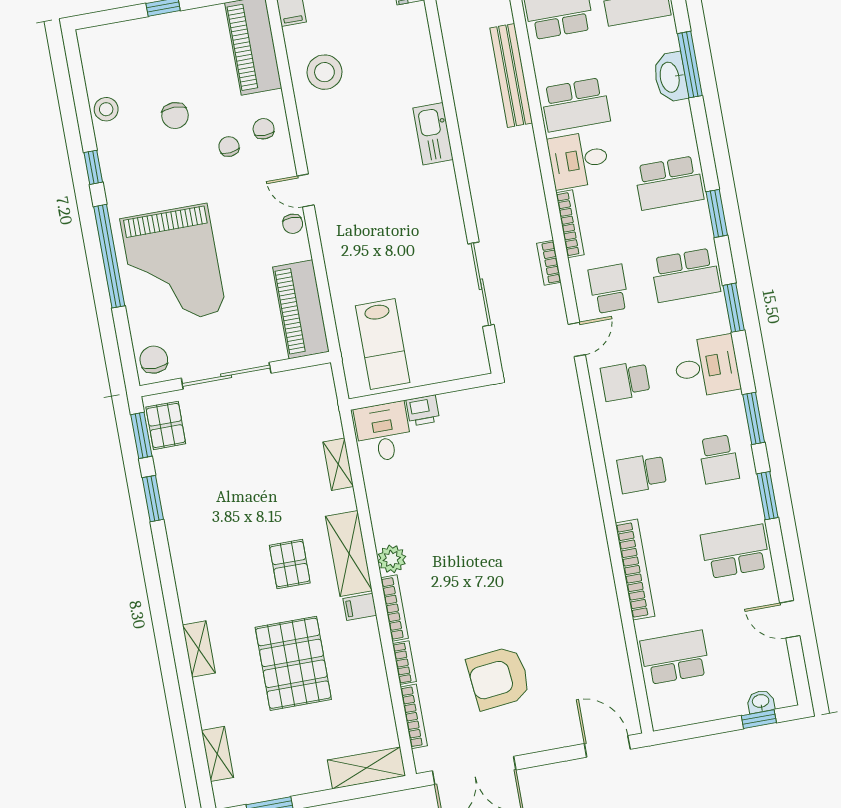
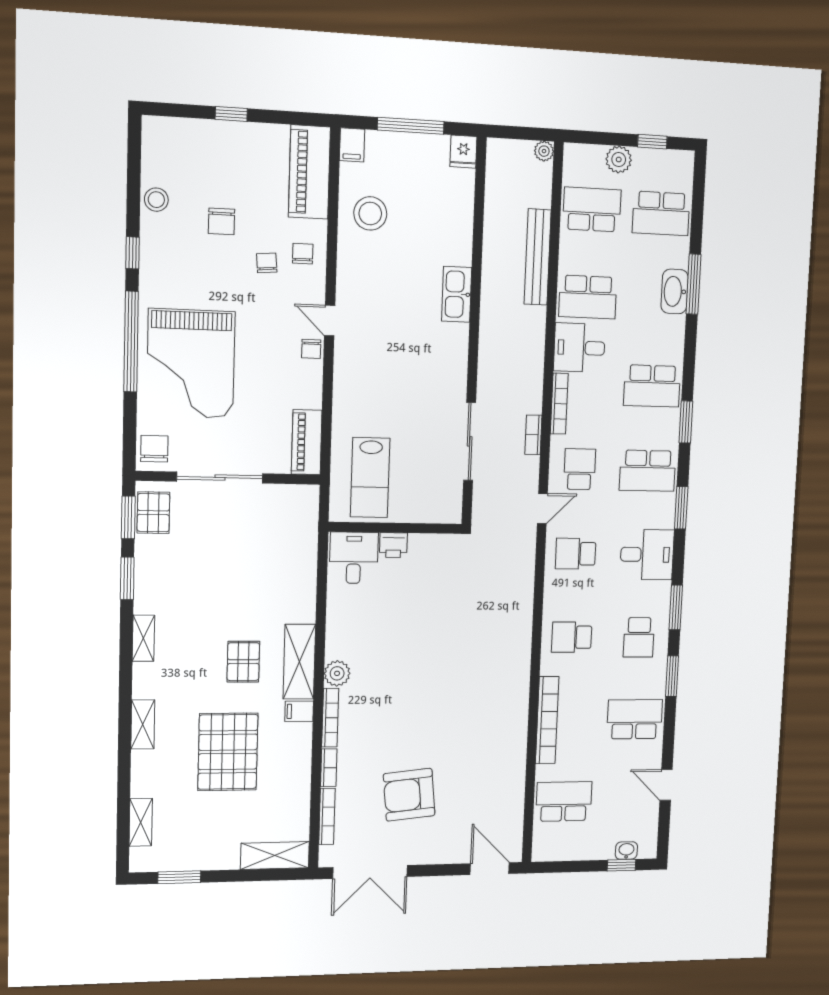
piano: (301, 309) -> (307, 442), width x0.73, depth x0.75
shelving: (338, 464) -> (143, 638), moved

